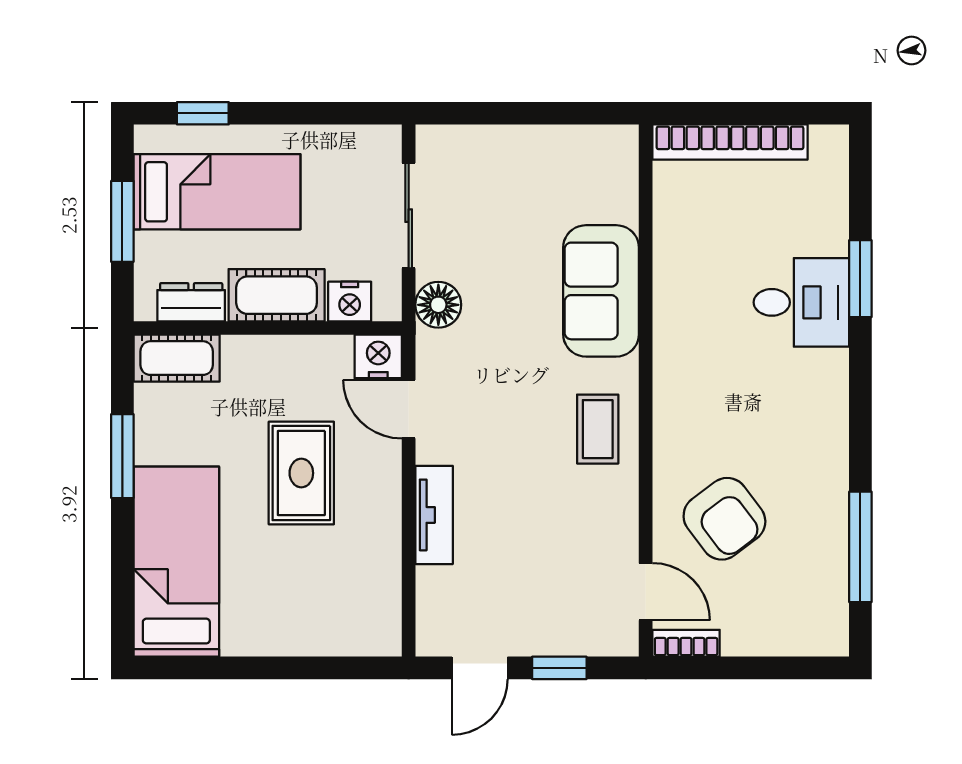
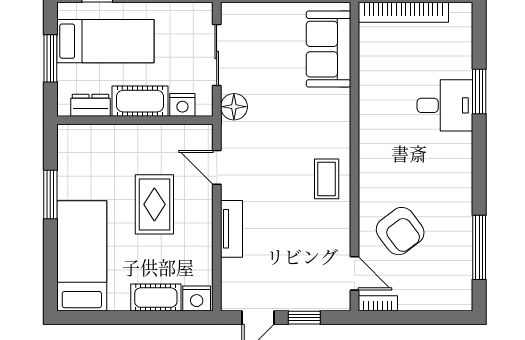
sofa: (601, 291) -> (328, 49), moved
nightstand: (378, 356) -> (197, 299), moved, turned 180
cot: (177, 358) -> (156, 298), moved

